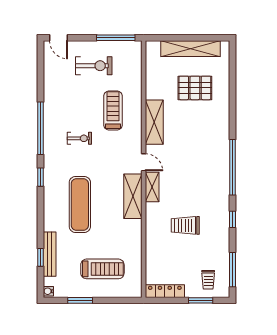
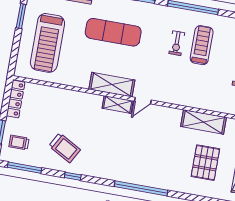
treadmill: (113, 111) -> (202, 45), moved, turned -90
shelving: (154, 122) -> (203, 122), moved
window: (232, 167) -> (141, 188), moved
trolley: (185, 225) -> (65, 148), moved, turned 119
treadmill: (102, 269) -> (47, 43), width x1.37, depth x1.38

